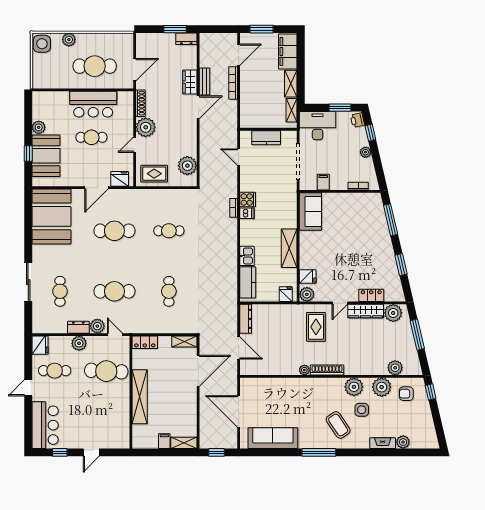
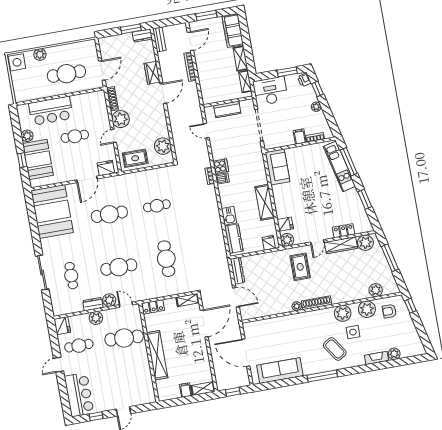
bench: (205, 82) -> (159, 39), moved
bar counter: (93, 104) -> (51, 111), moved
filing cabinet: (323, 182) -> (300, 137), moved
kitchen unit: (379, 223) -> (339, 166), added
cafe table: (169, 291) -> (166, 259), width x1.37, depth x1.35

